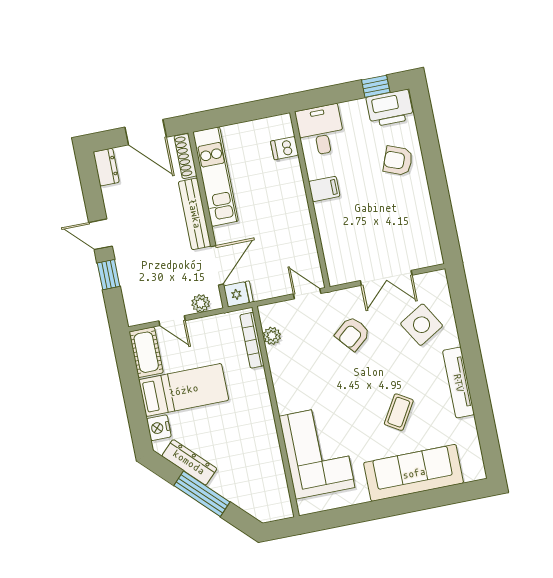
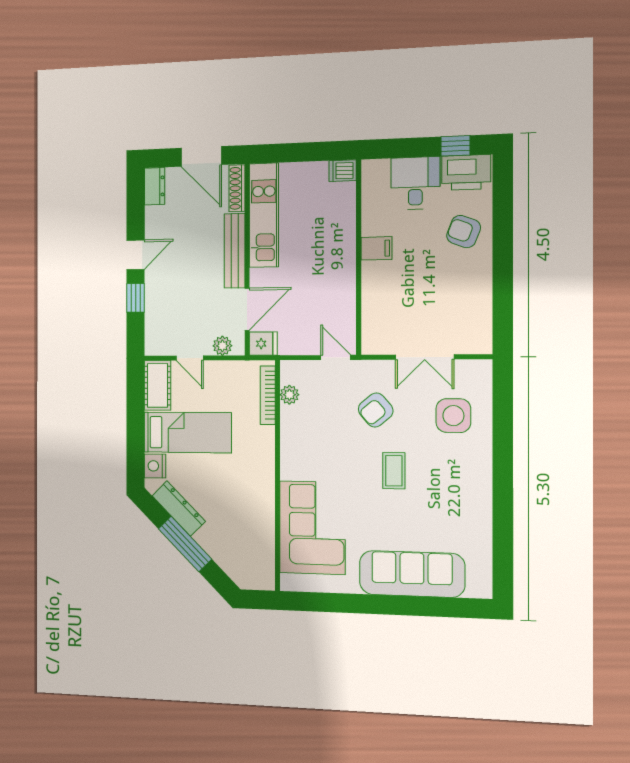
desk: (320, 130) -> (415, 183), moved
dishwasher: (285, 148) -> (343, 171), moved
door: (100, 234) -> (136, 255), swing flipped
side table: (422, 325) -> (453, 416), turned 31
tv unit: (459, 383) -> (482, 487), removed
coffee table: (399, 412) -> (394, 471), moved, turned -31

